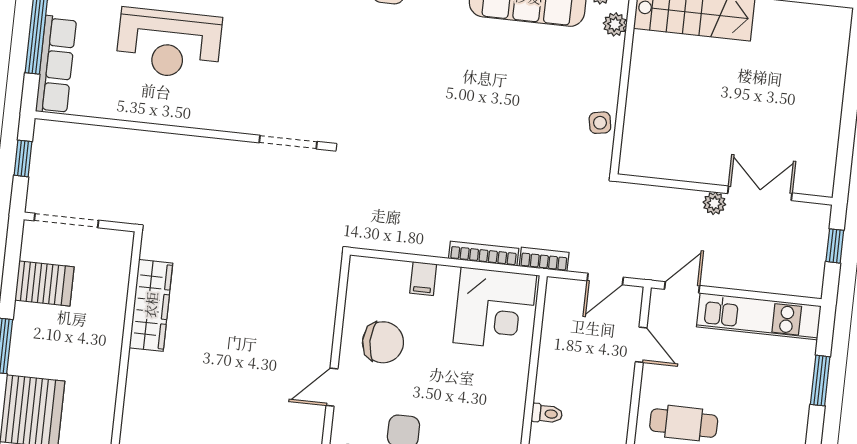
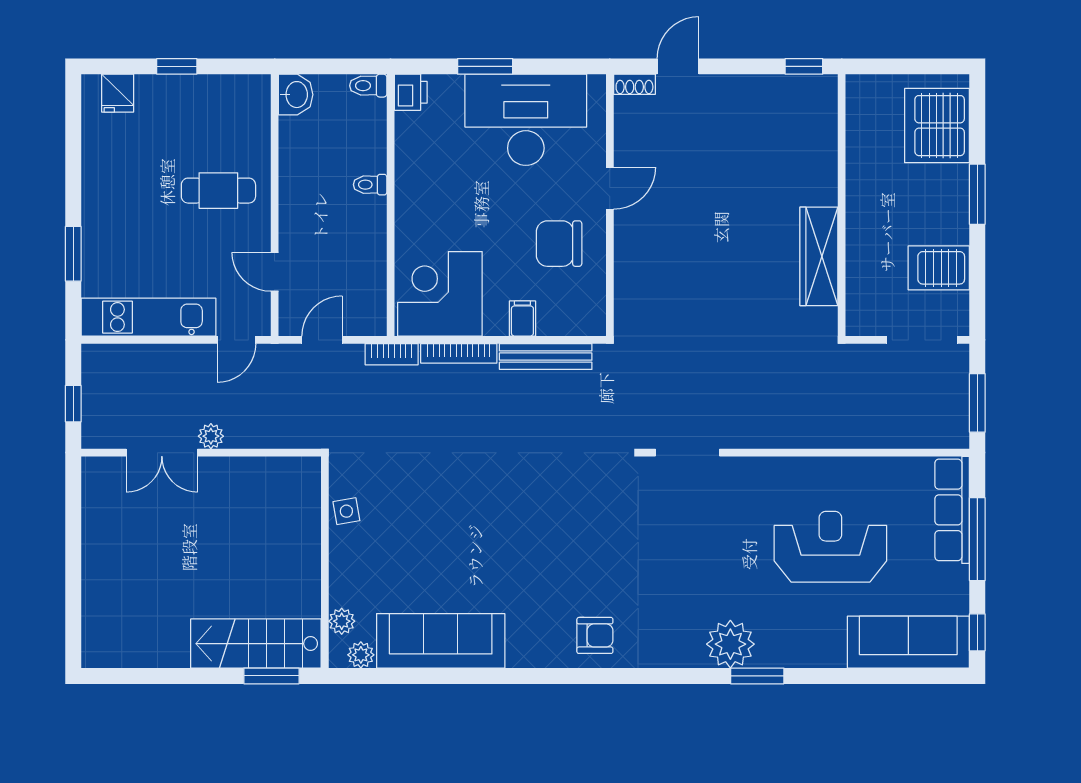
window: (23, 158) -> (977, 403), width x1.50
bench: (406, 242) -> (546, 357), added

